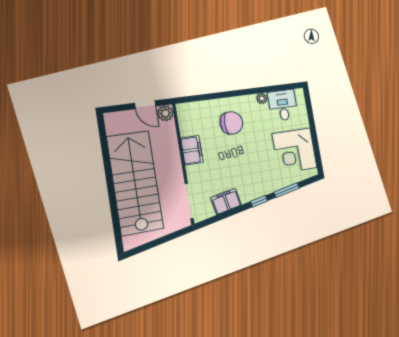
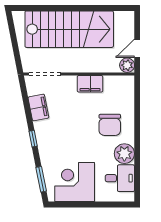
plant: (262, 98) -> (124, 154), width x1.87, depth x1.87
window: (287, 190) -> (41, 179), moved

